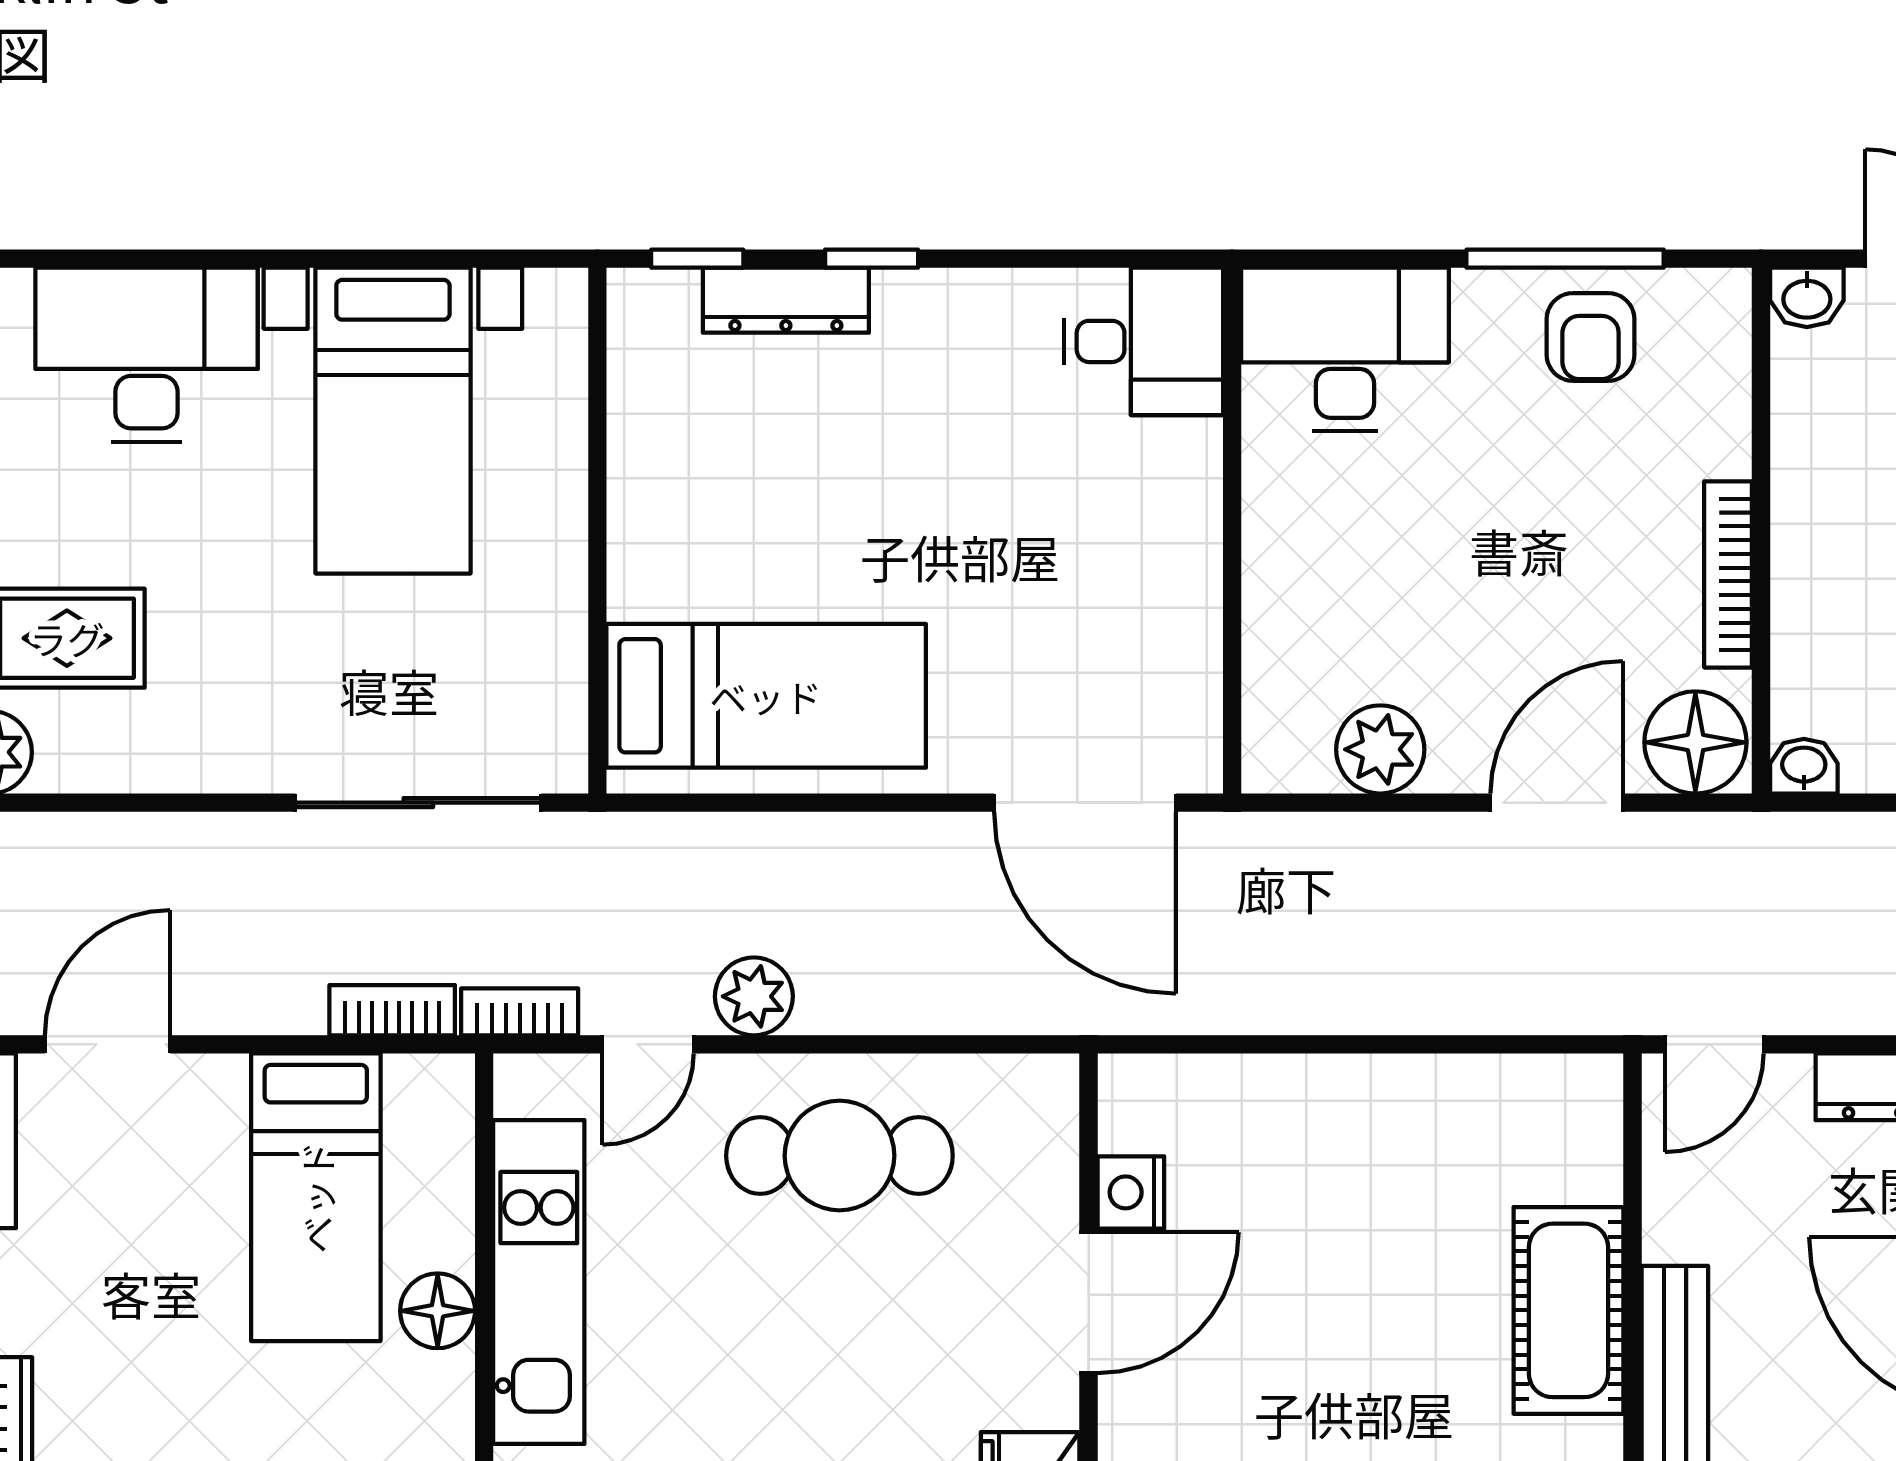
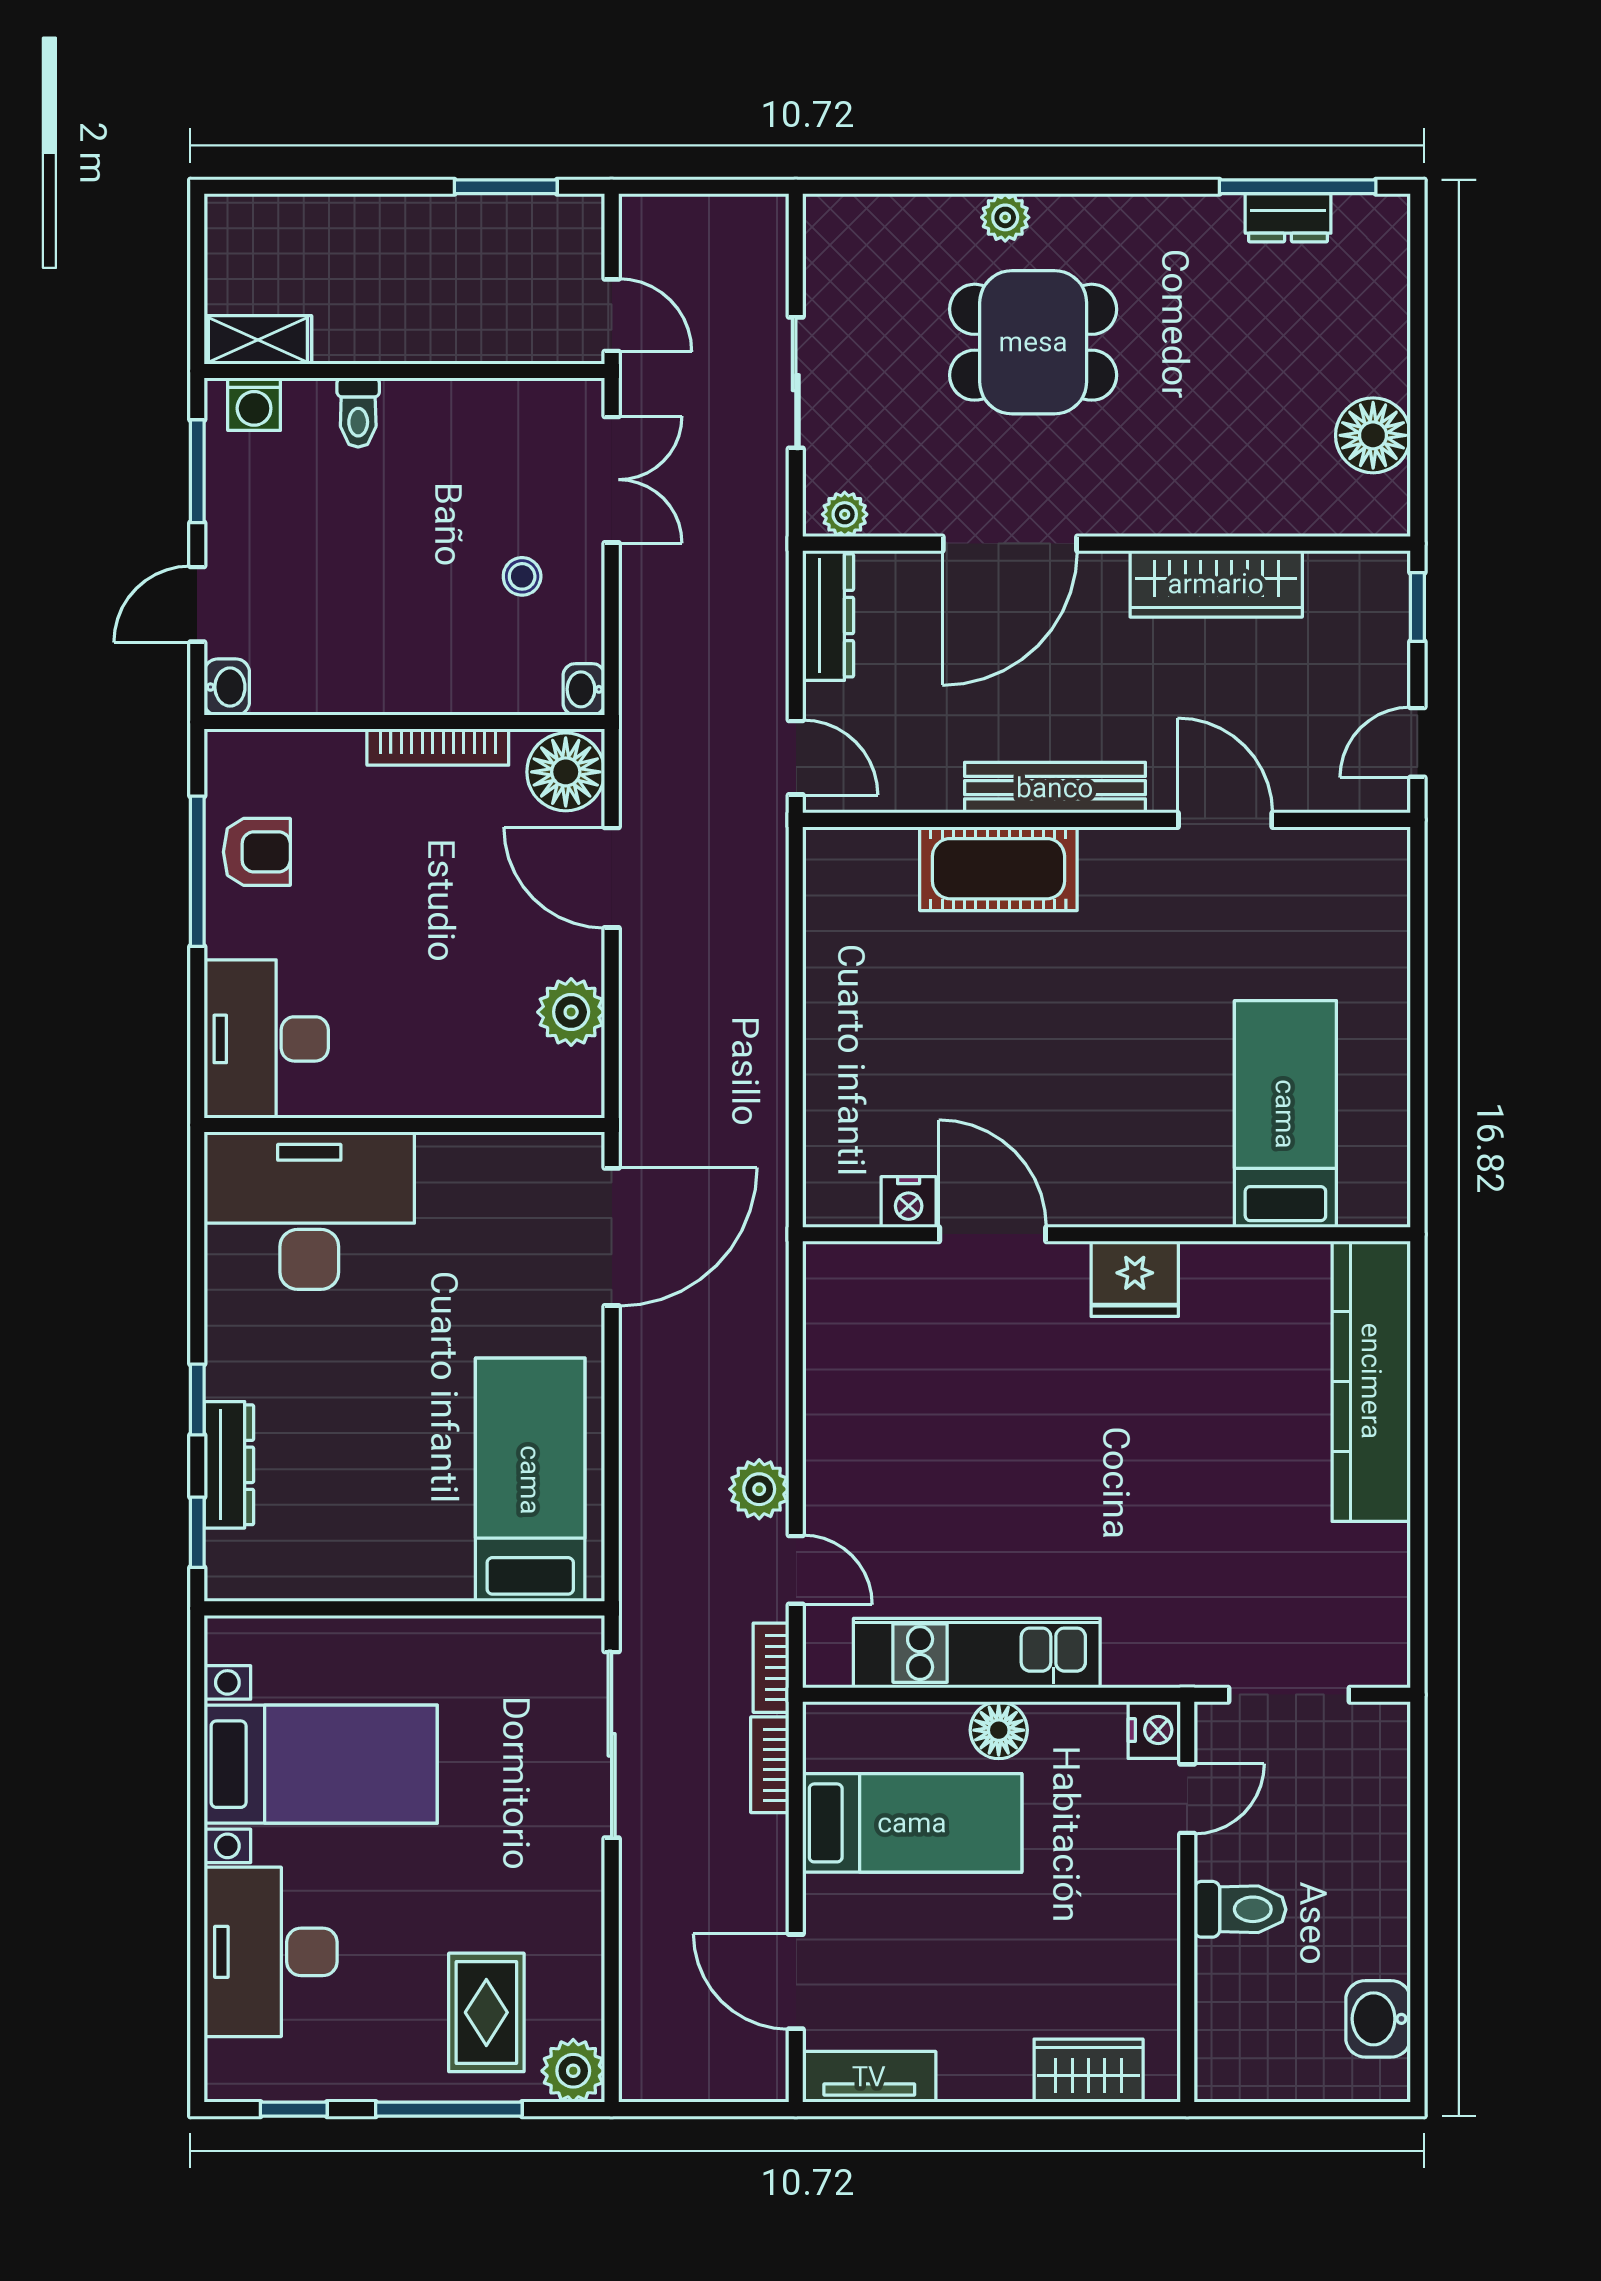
desk: (1144, 341) -> (309, 1211), width x1.87, depth x1.30
cafe table: (839, 1156) -> (880, 1424), removed

